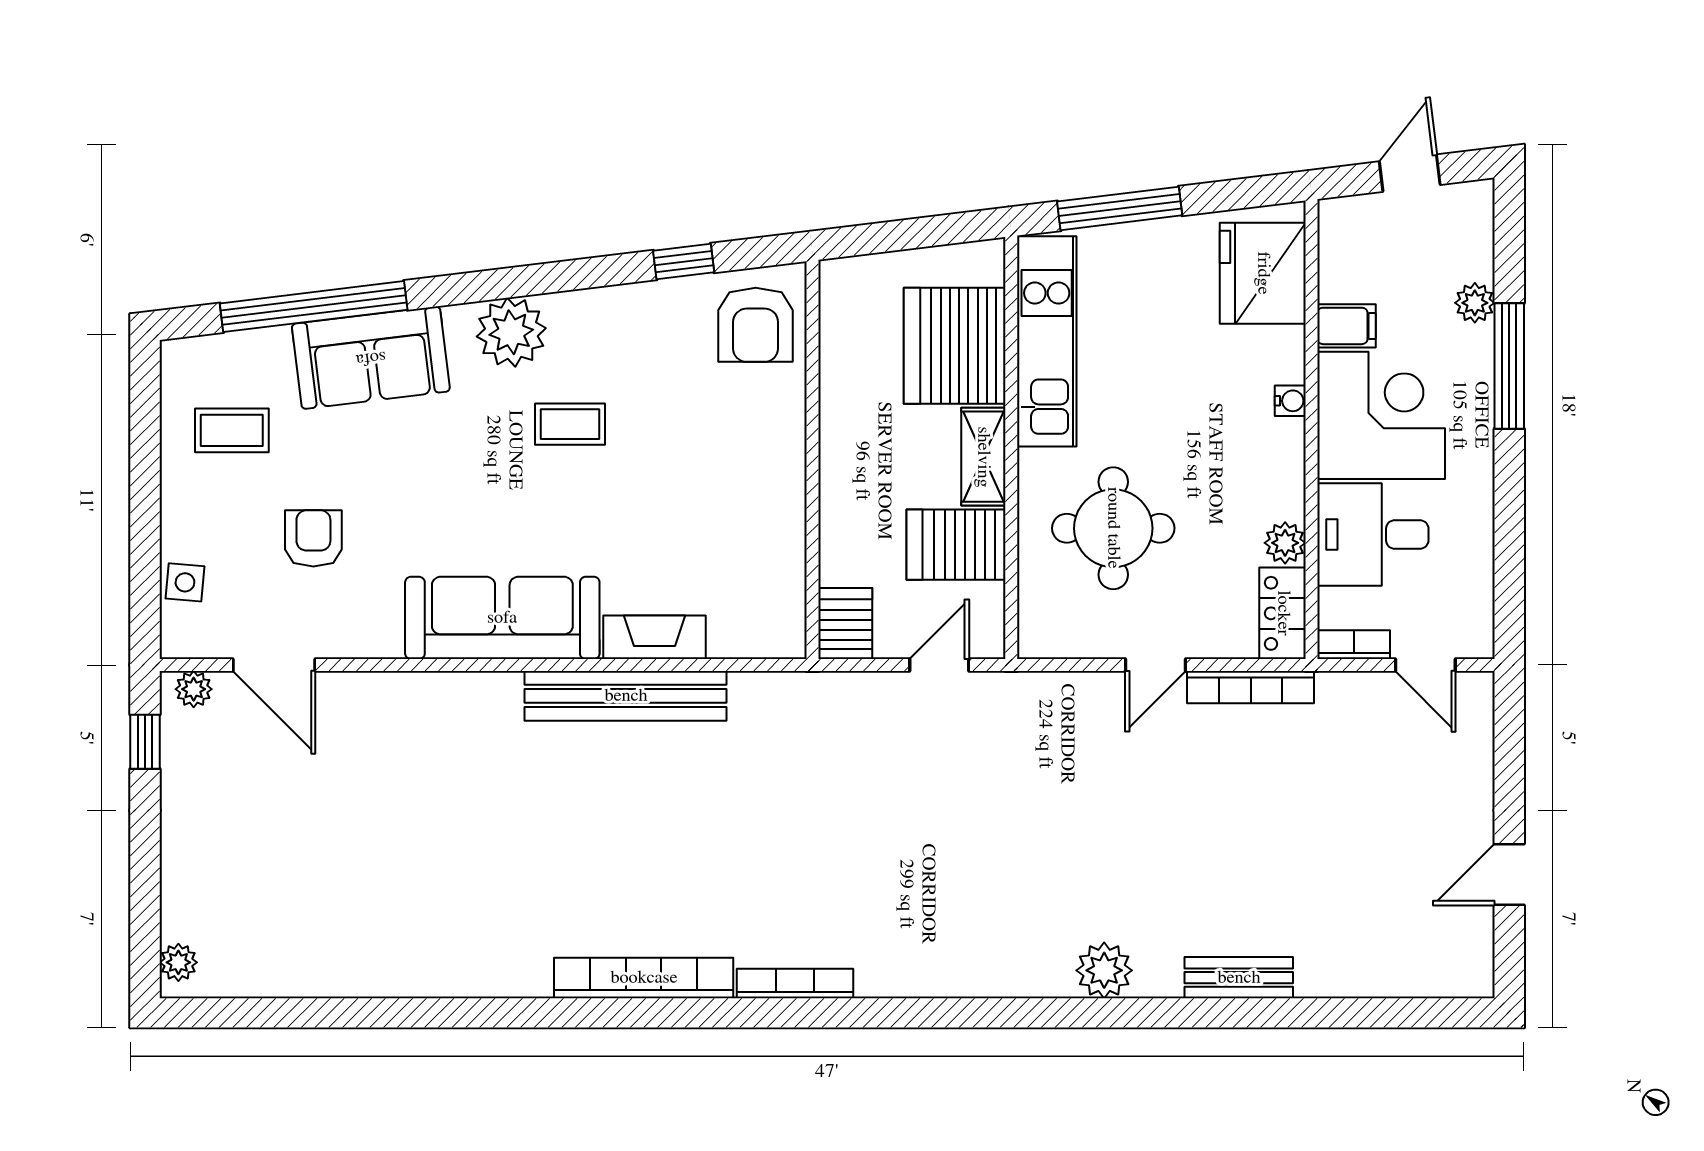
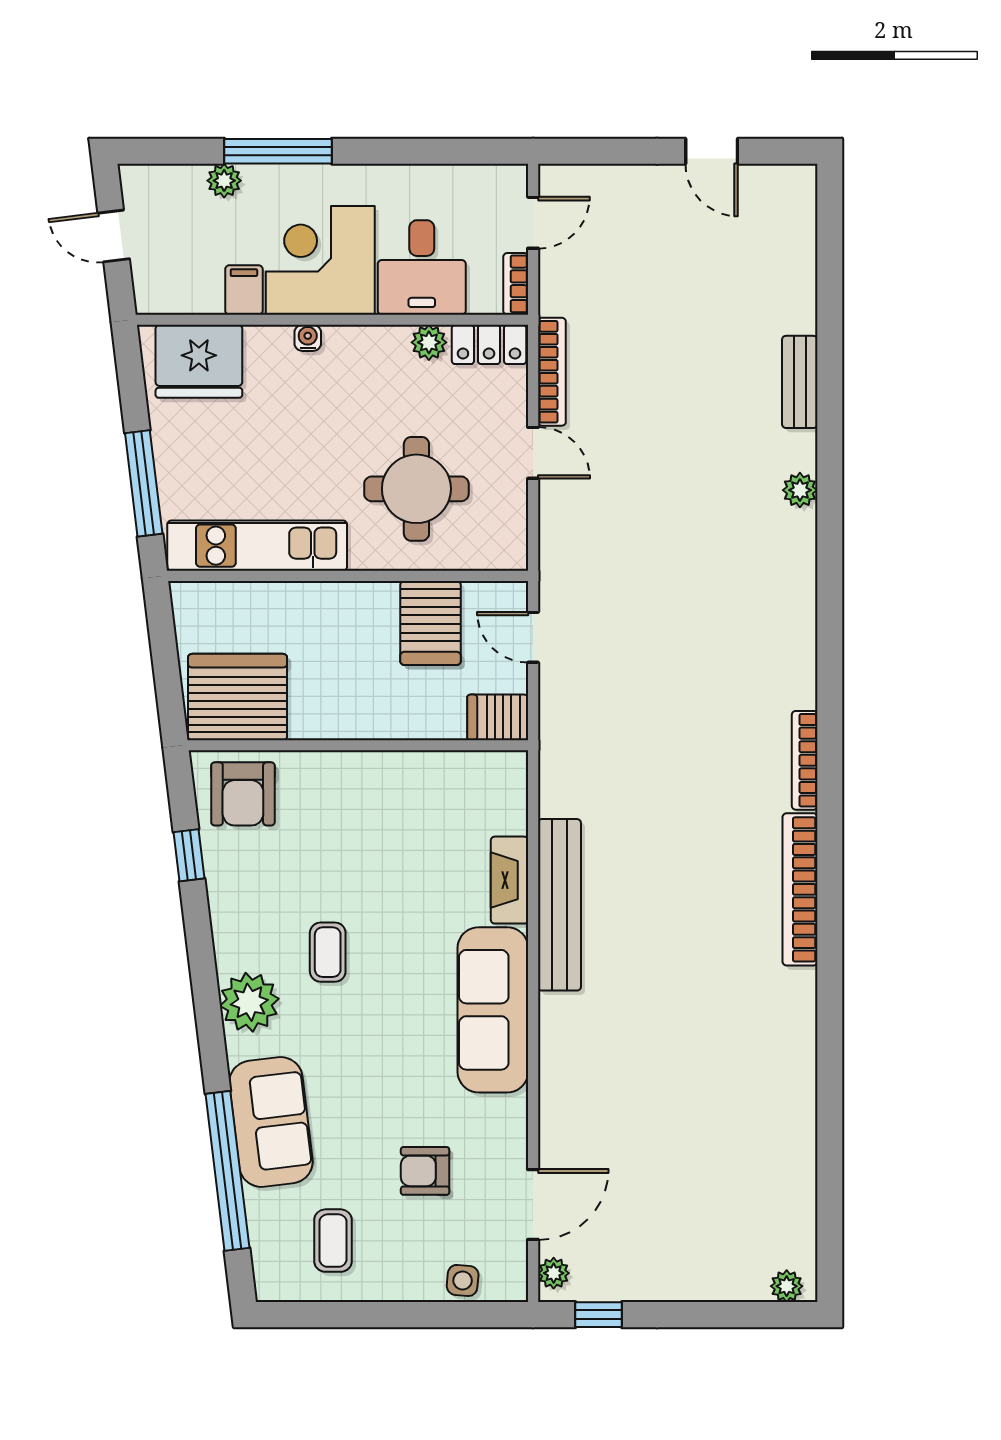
armchair: (756, 325) -> (243, 794), turned 90
server rack: (955, 346) -> (238, 697), moved, turned 180
shelving: (983, 457) -> (355, 600), removed
plant: (1104, 970) -> (800, 490), width x0.73, depth x0.73

